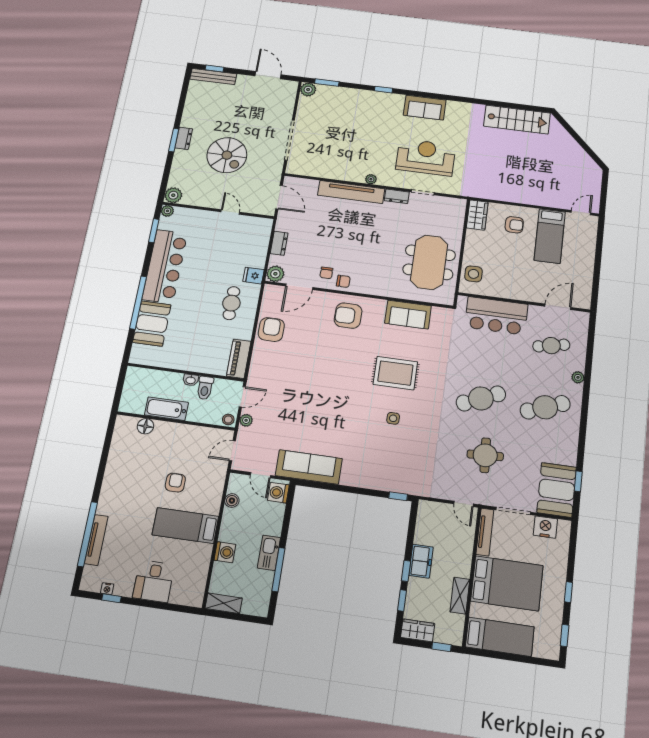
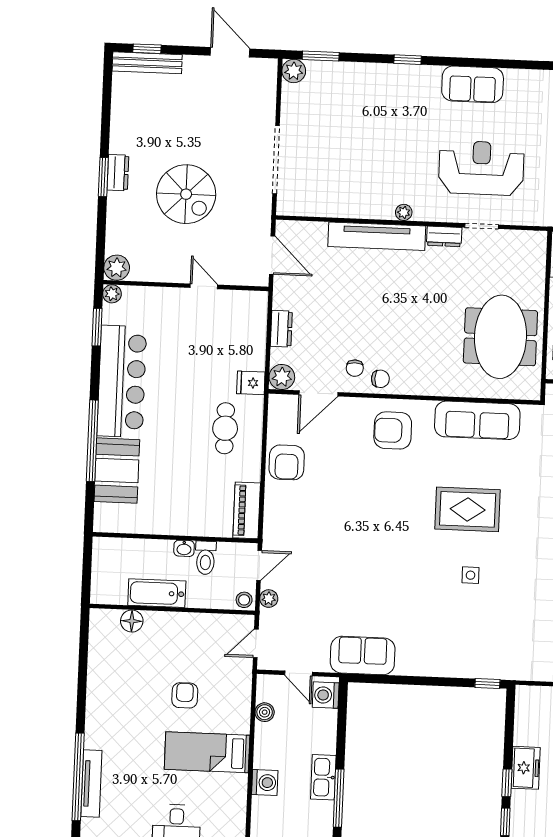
sofa: (408, 315) -> (477, 420), width x1.36
armchair: (271, 330) -> (287, 462), turned 180
sofa: (309, 467) -> (363, 655), width x0.73

